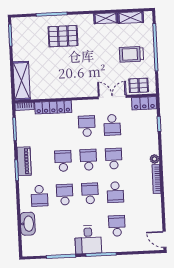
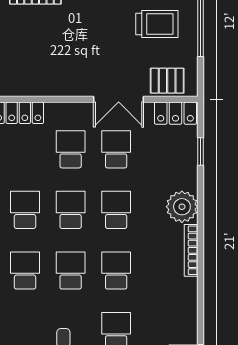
trolley: (131, 54) -> (157, 24), turned 180
double door: (112, 97) -> (119, 99), swing flipped
school desk: (112, 125) -> (116, 149), turned 180
plant: (154, 159) -> (182, 207), width x1.88, depth x1.88
school desk: (115, 192) -> (116, 270), turned 180

